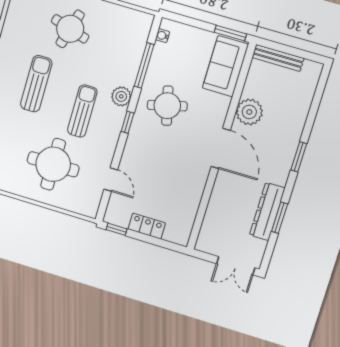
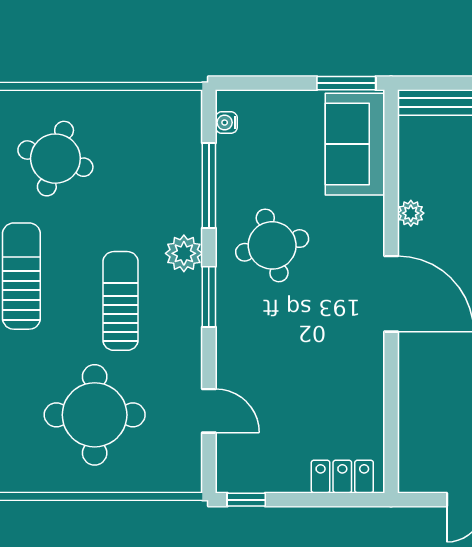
plant: (249, 112) -> (411, 213), width x0.53, depth x0.53
window: (127, 122) -> (209, 297), width x1.50
locker: (147, 226) -> (342, 477), moved

